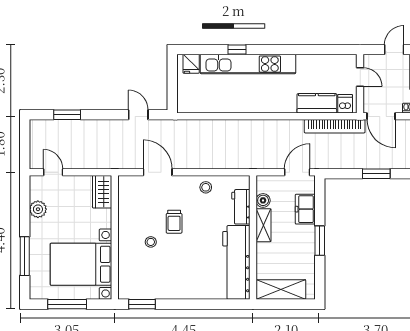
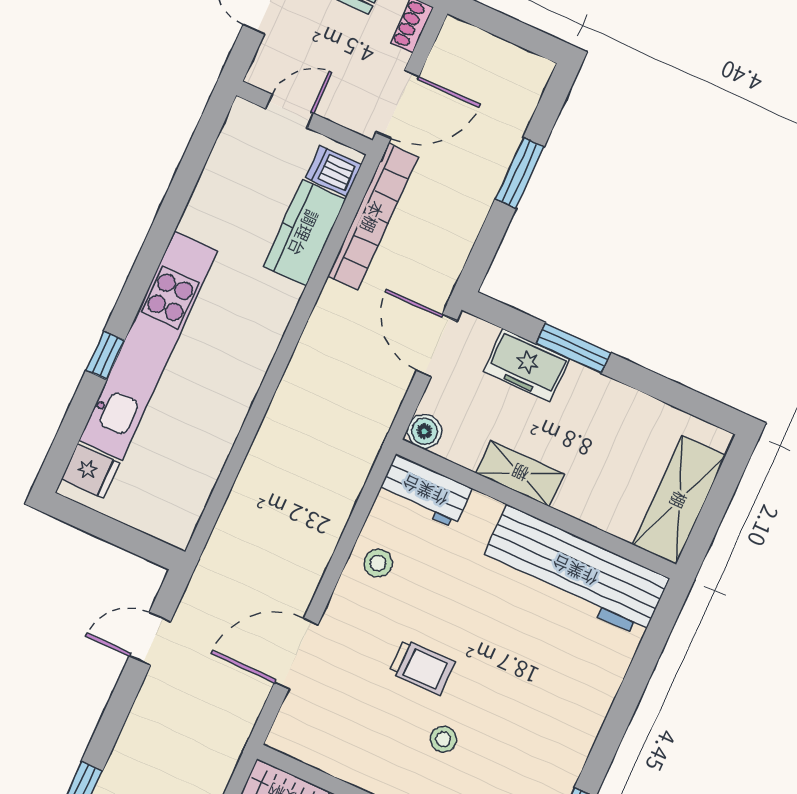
boiler: (263, 200) -> (425, 431), moved
workbench: (241, 207) -> (425, 491), moved
window: (320, 241) -> (573, 348), moved

